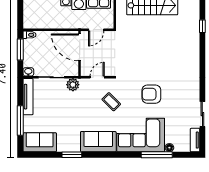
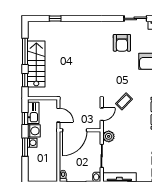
door: (97, 77) -> (102, 114), swing flipped
armchair: (151, 94) -> (122, 43), moved

